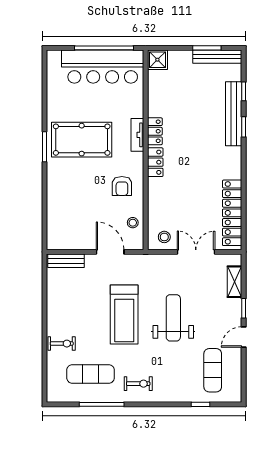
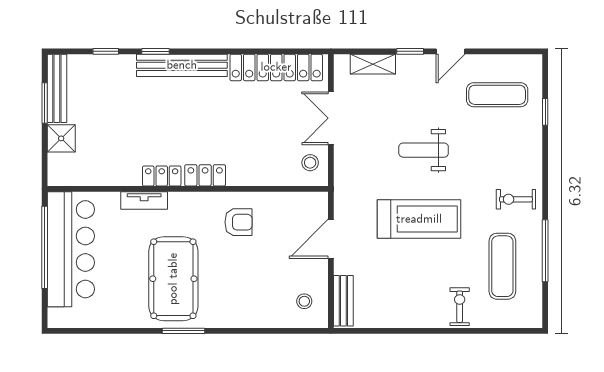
shower: (157, 60) -> (61, 138), moved
bench: (234, 114) -> (182, 65), moved
tv unit: (137, 135) -> (144, 200), moved
stool: (133, 223) -> (304, 301), moved
weight bench: (173, 318) -> (424, 150), width x0.73, depth x0.75
door: (244, 337) -> (450, 51), hinge flipped
exercise bike: (138, 384) -> (516, 199), turned -90

